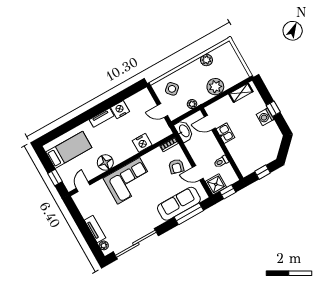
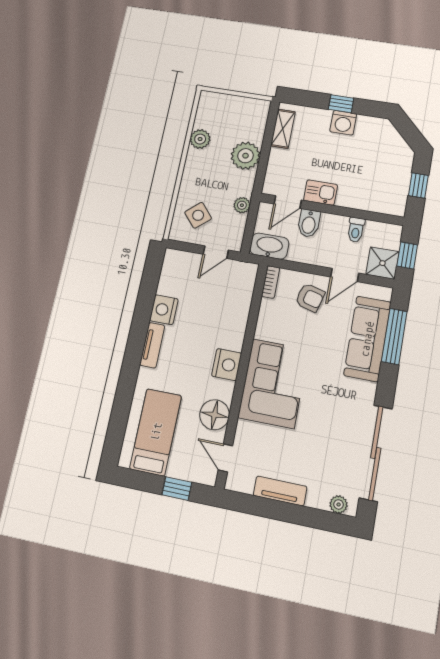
bidet: (208, 139) -> (309, 223), added
nightstand: (142, 143) -> (227, 365), moved
floor lamp: (105, 162) -> (215, 415), moved
tv unit: (95, 229) -> (280, 491), moved

